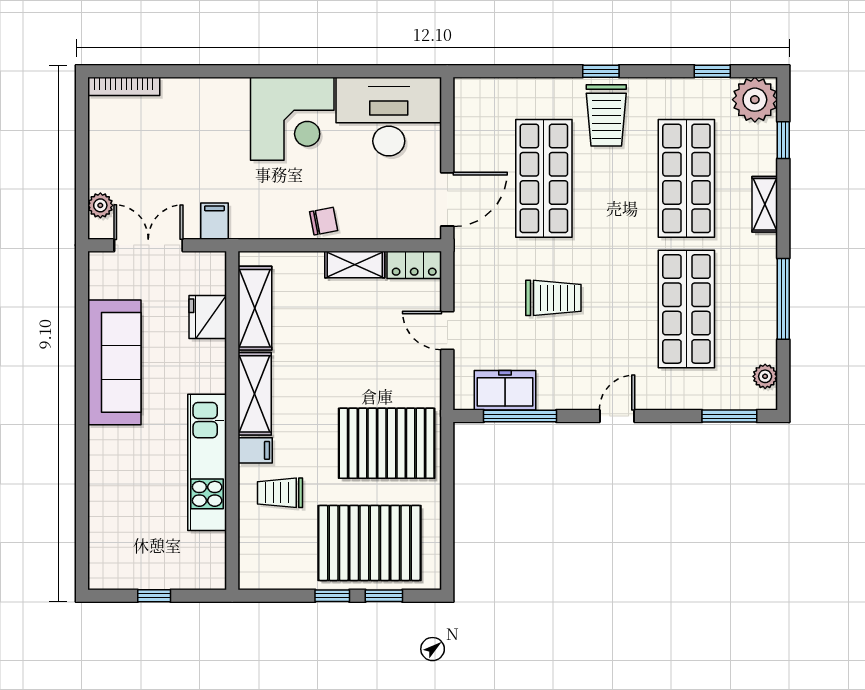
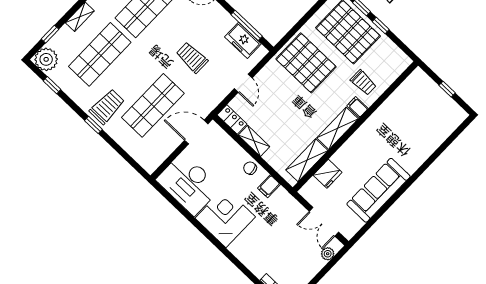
filing cabinet: (214, 221) -> (269, 186), moved
kitchen unit: (207, 462) -> (380, 120), removed

